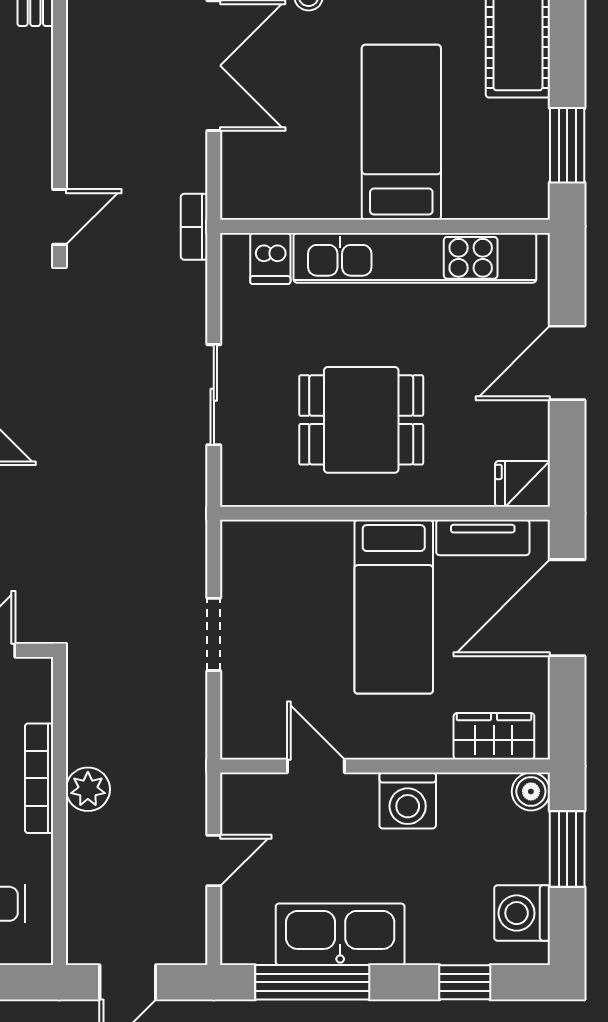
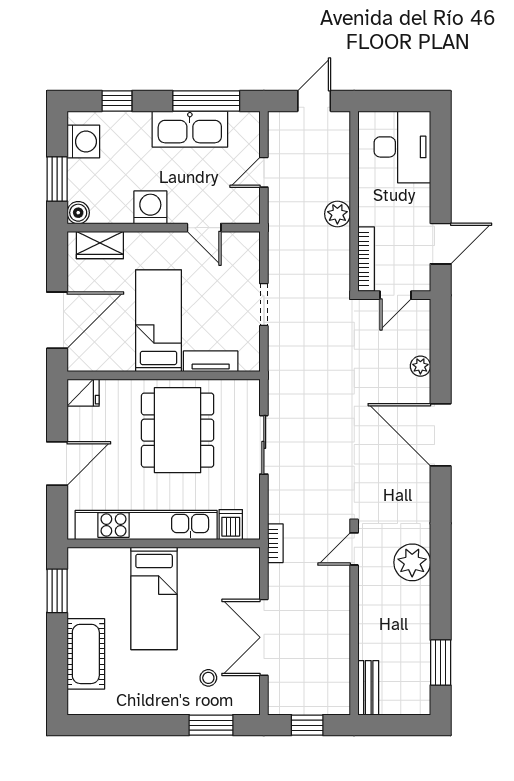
dining table: (361, 420) -> (178, 430), width x1.38
tv unit: (483, 538) -> (211, 361), moved
bookcase: (39, 778) -> (366, 259), moved

